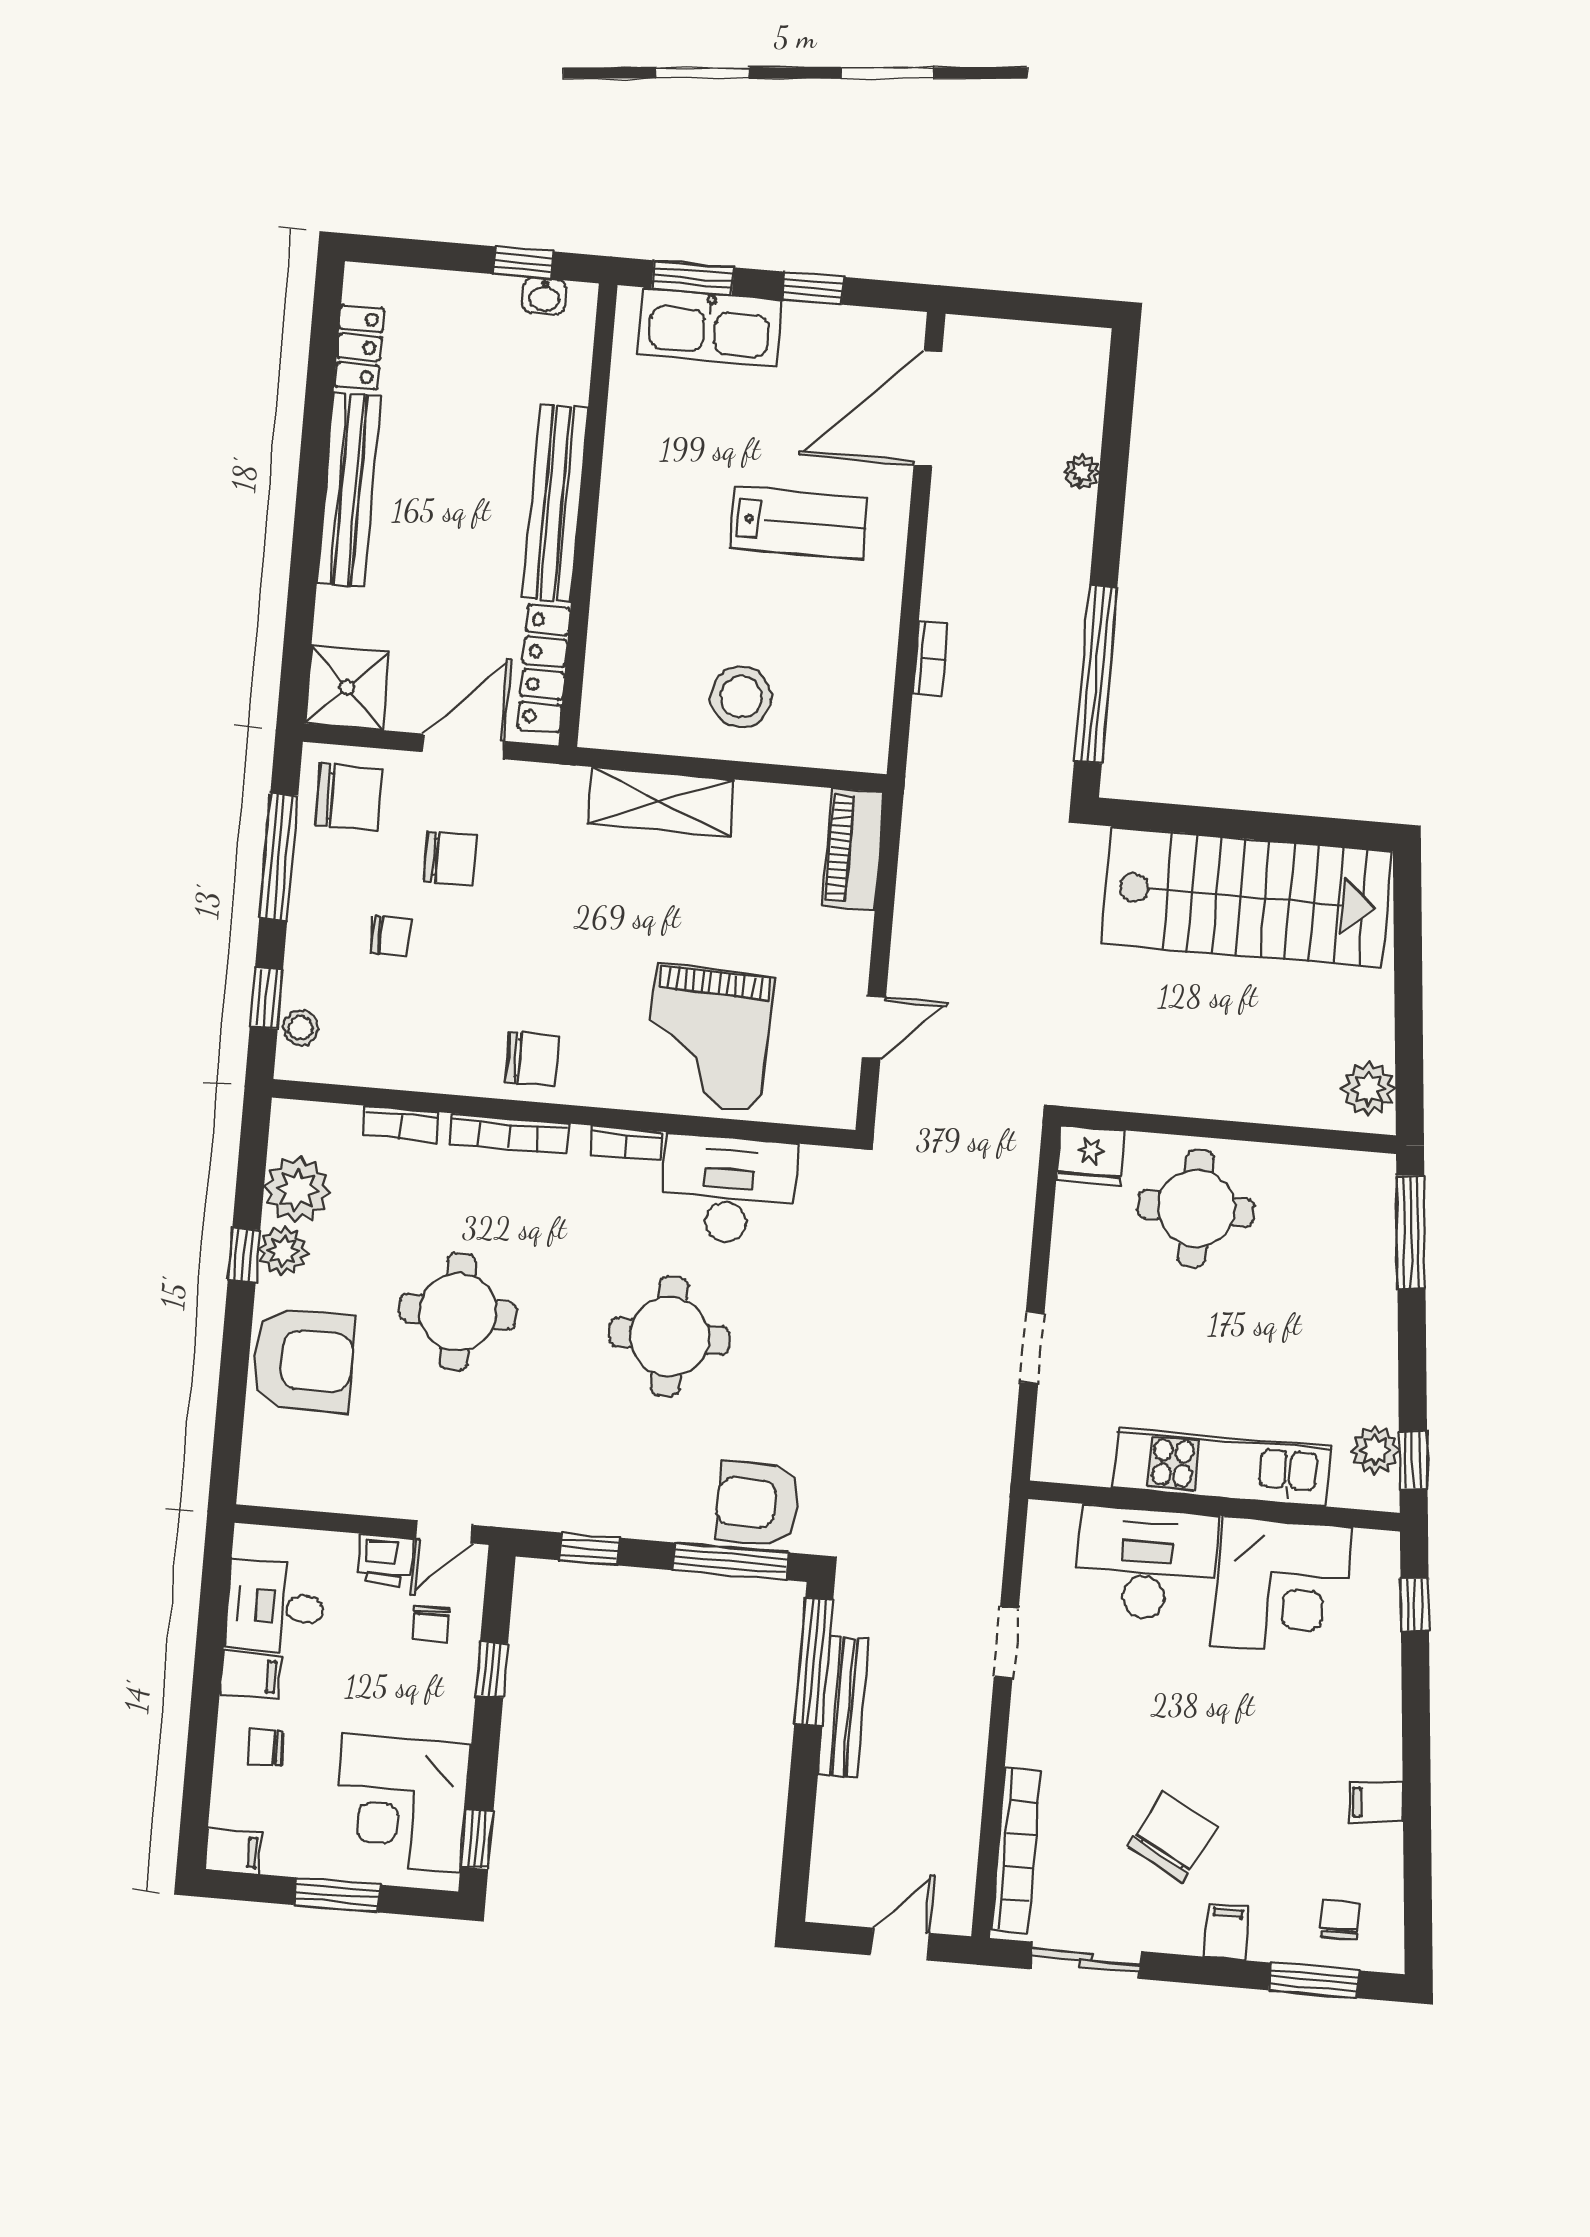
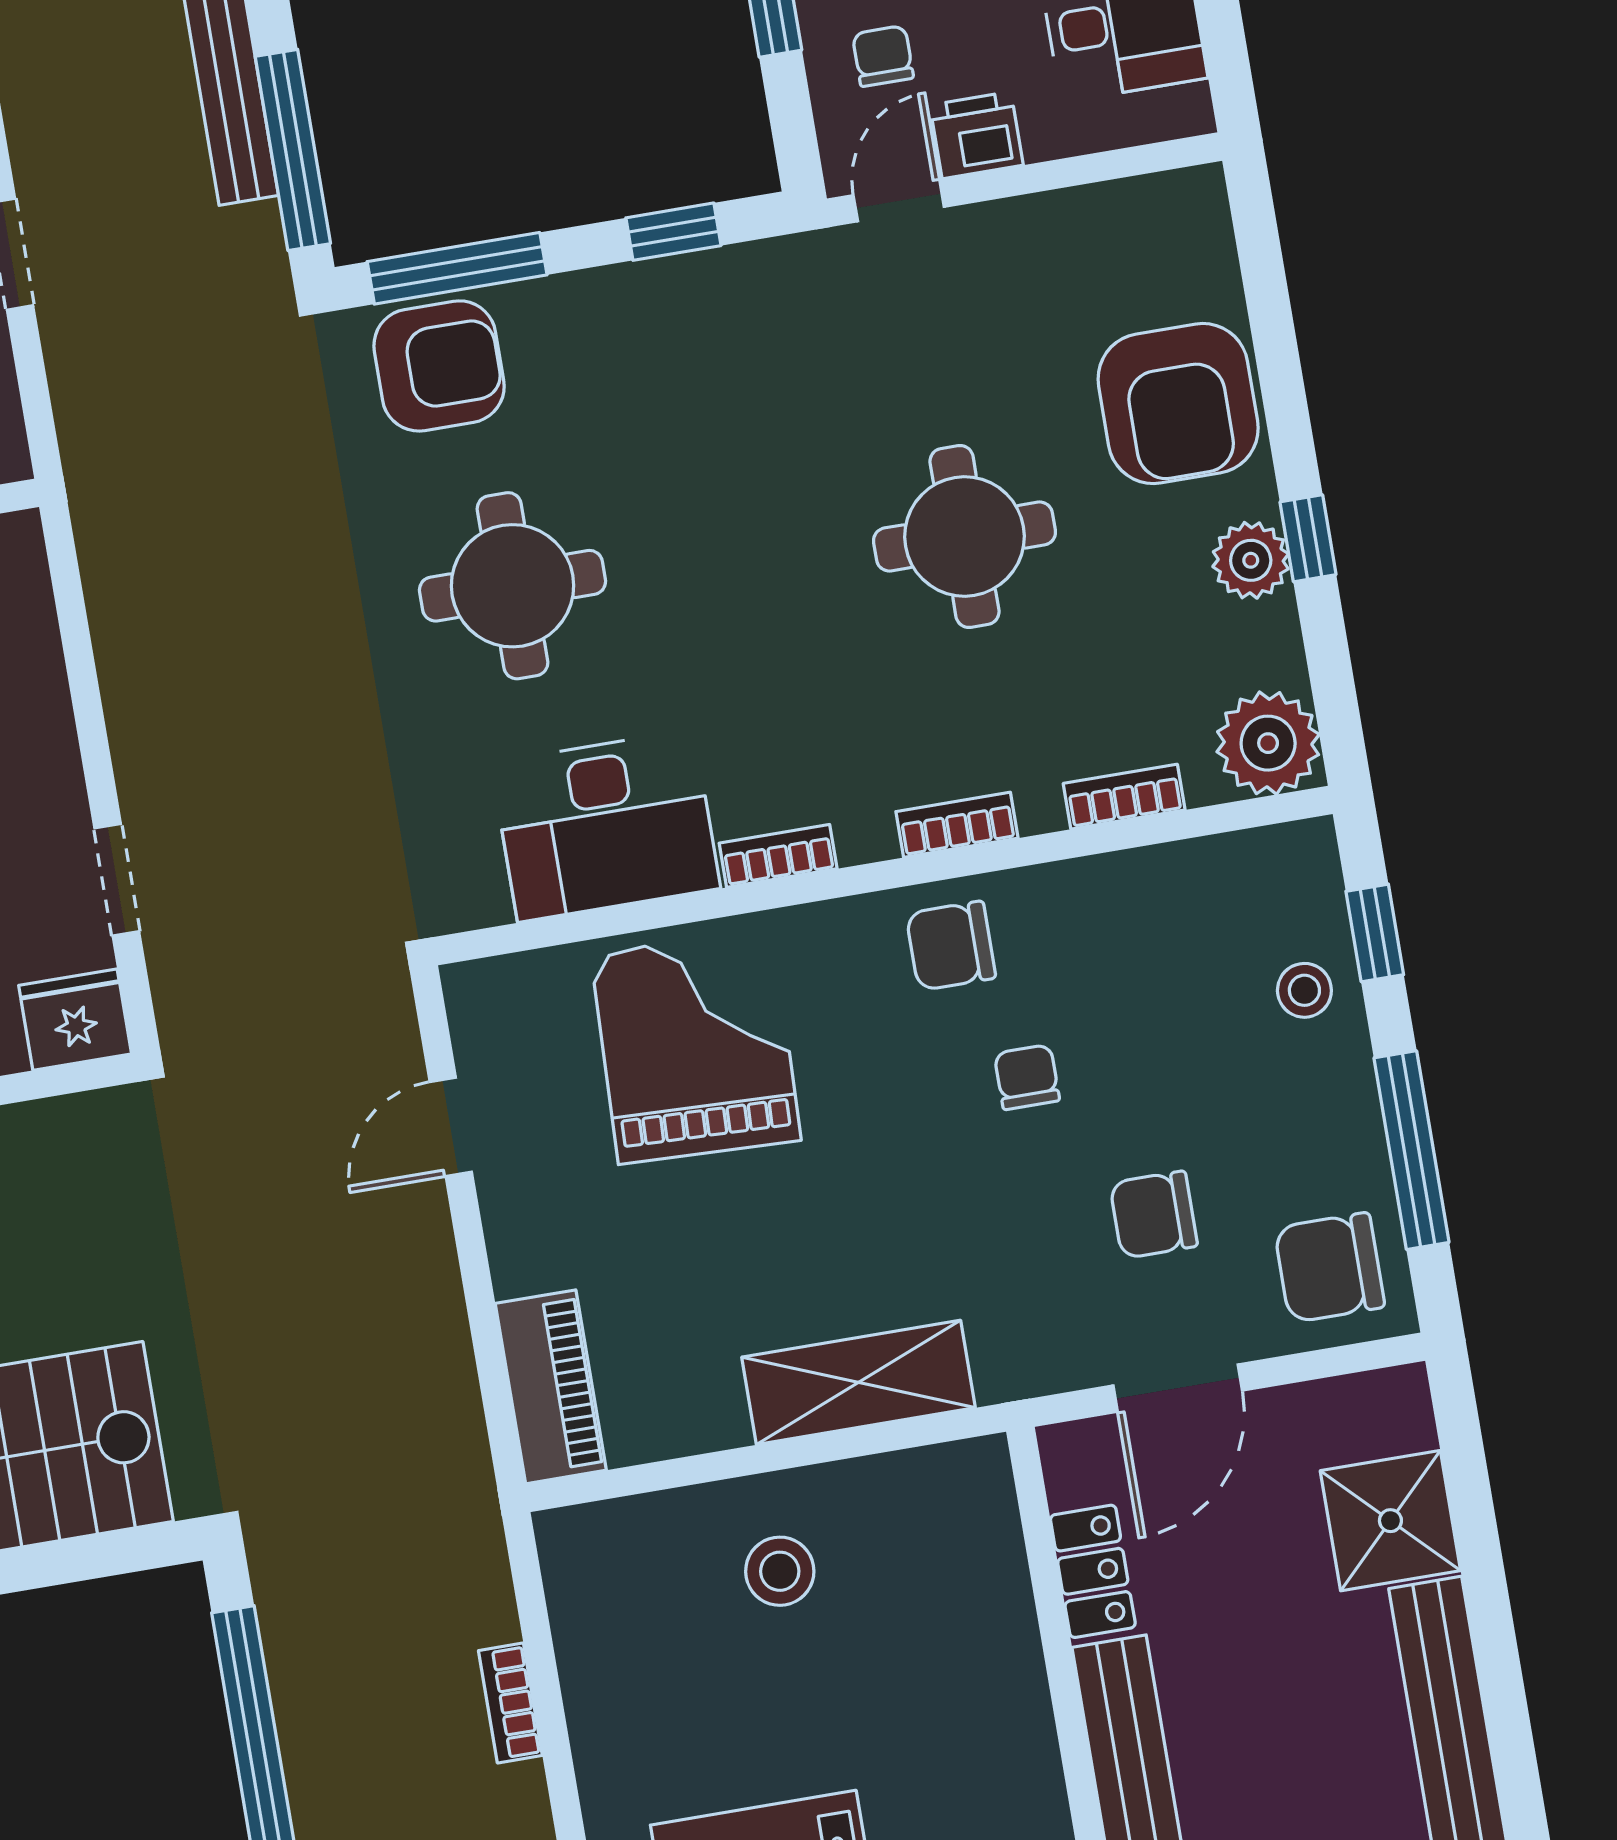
locker: (544, 668) -> (1093, 1571), width x0.66
shower: (347, 688) -> (1390, 1521), moved
stool: (741, 697) -> (780, 1571), width x0.73, depth x0.73
chair: (391, 936) -> (1027, 1077), moved, turned 90
stool: (301, 1028) -> (1304, 990), moved
bookcase: (509, 1133) -> (957, 825), width x0.64
plant: (297, 1190) -> (1268, 743), moved
round table: (669, 1336) -> (513, 586), moved
doorway: (1032, 1348) -> (117, 880), moved
armchair: (303, 1360) -> (1178, 404), turned -90

